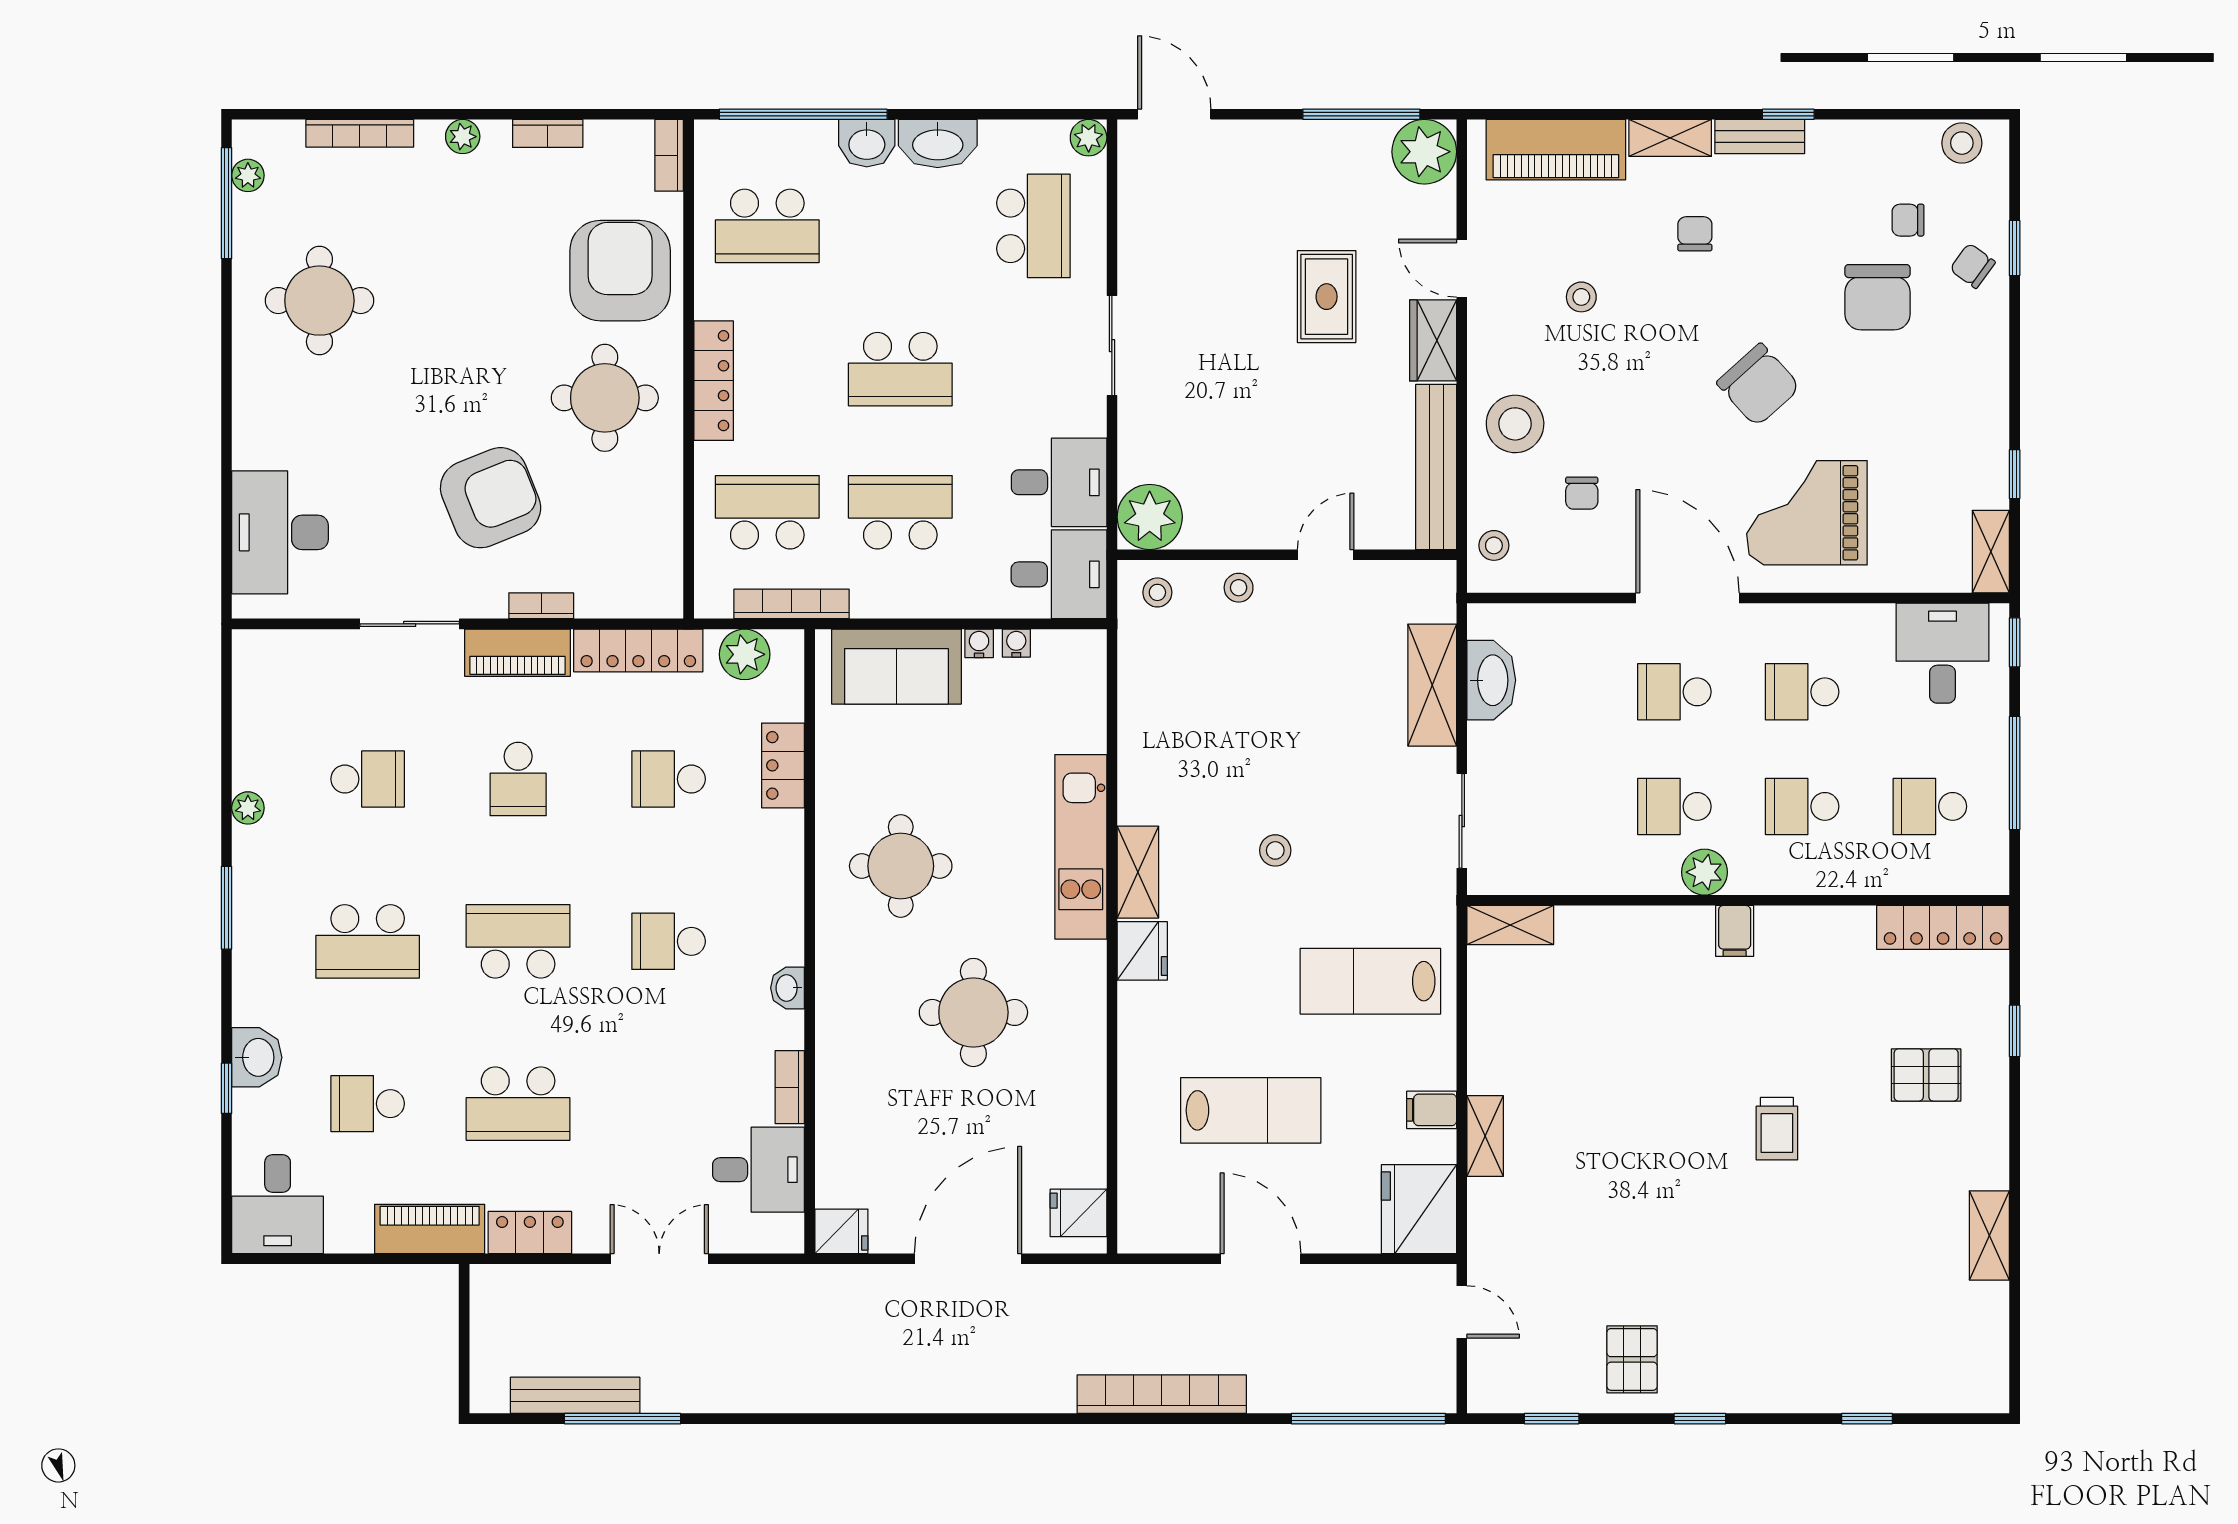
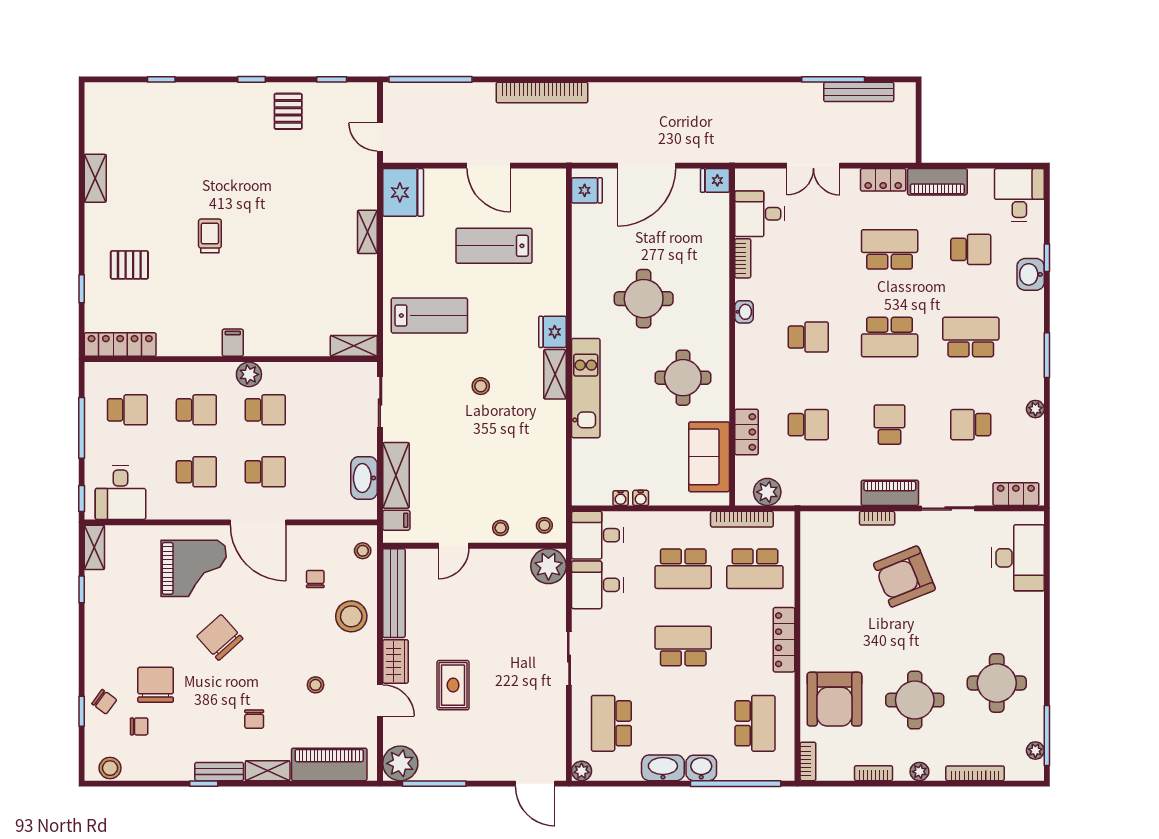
school desk: (767, 226) -> (755, 723), turned 90
round table: (605, 398) -> (915, 700), moved
locker: (638, 650) -> (1016, 494), moved, width x0.66
sofa: (896, 667) -> (709, 457), moved, turned -90
filing cabinet: (1432, 1110) -> (396, 520), moved

